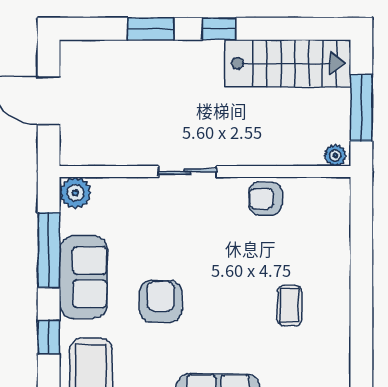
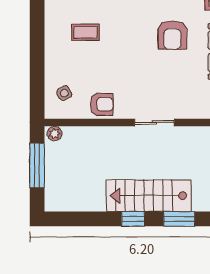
stairs: (288, 63) -> (149, 196), moved
side table: (321, 215) -> (64, 93), added
coffee table: (290, 305) -> (85, 32), turned 90

